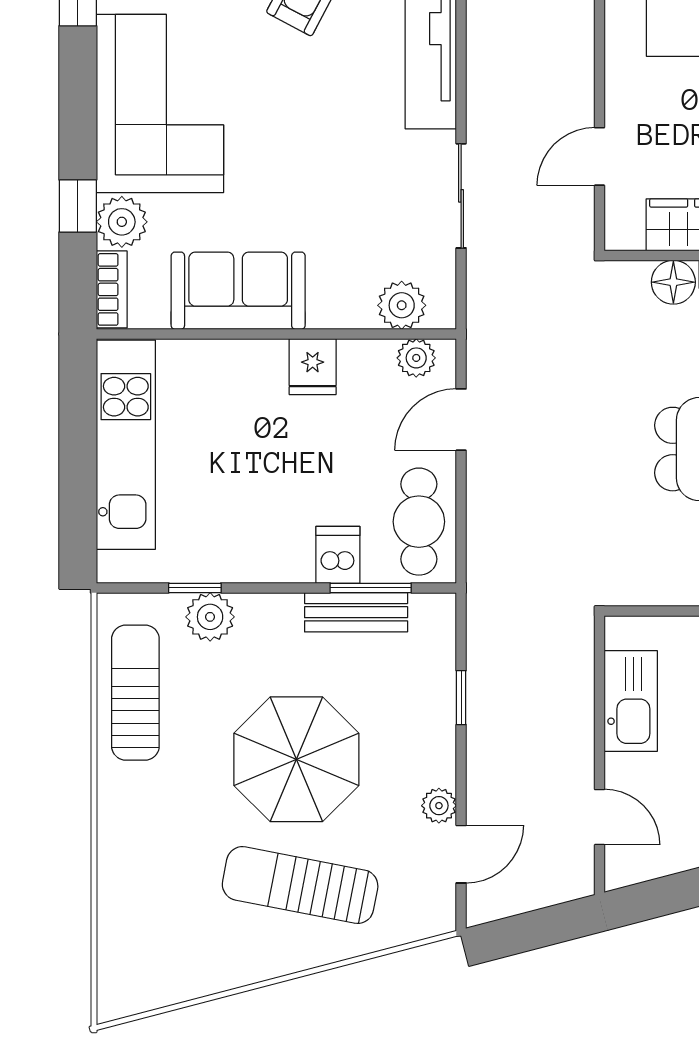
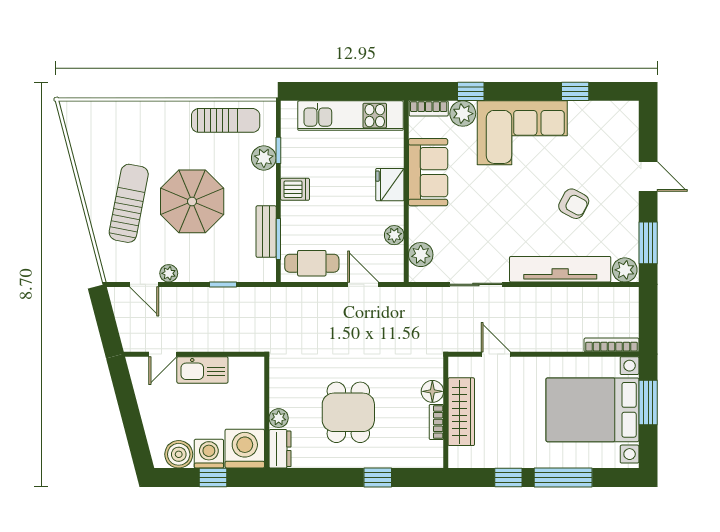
plant: (416, 358) -> (394, 235), moved
fridge: (313, 367) -> (390, 185), moved, width x1.38
dishwasher: (338, 555) -> (295, 189), moved
kitchen sink: (631, 701) -> (202, 370), moved

